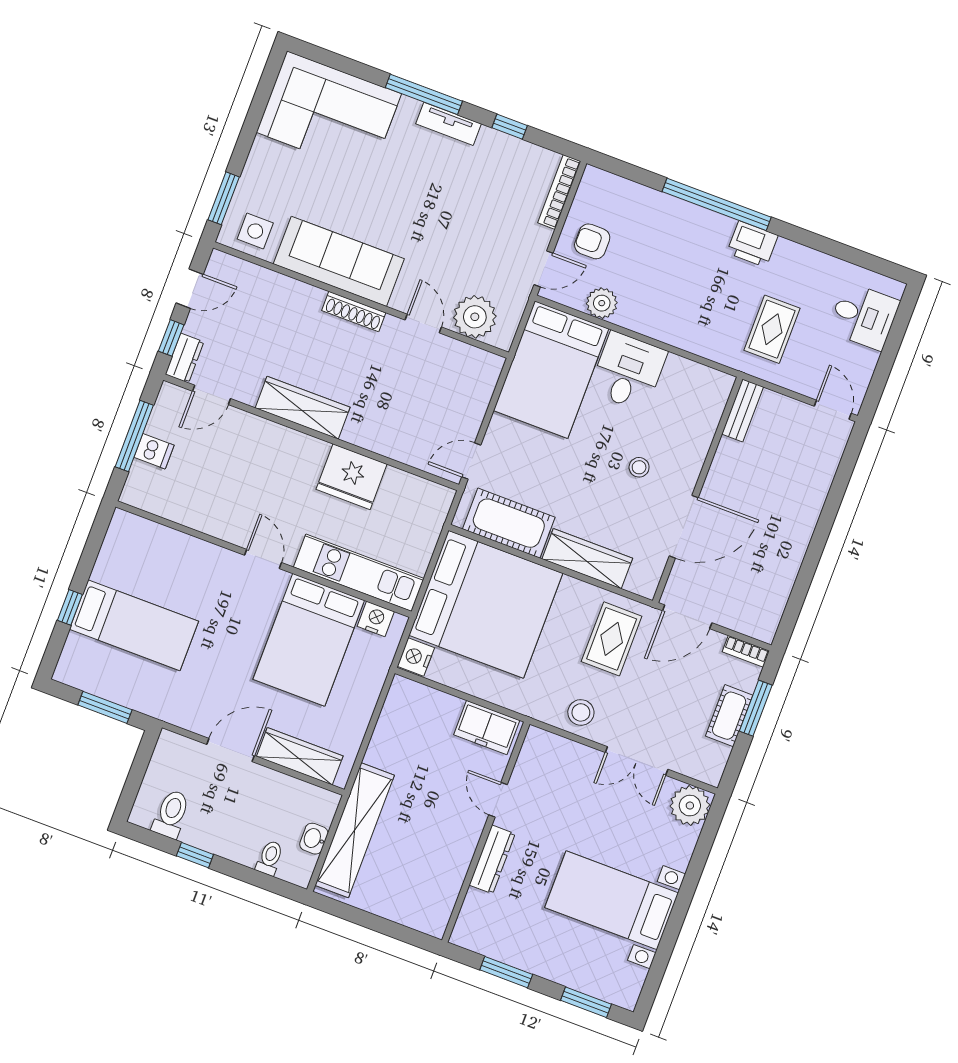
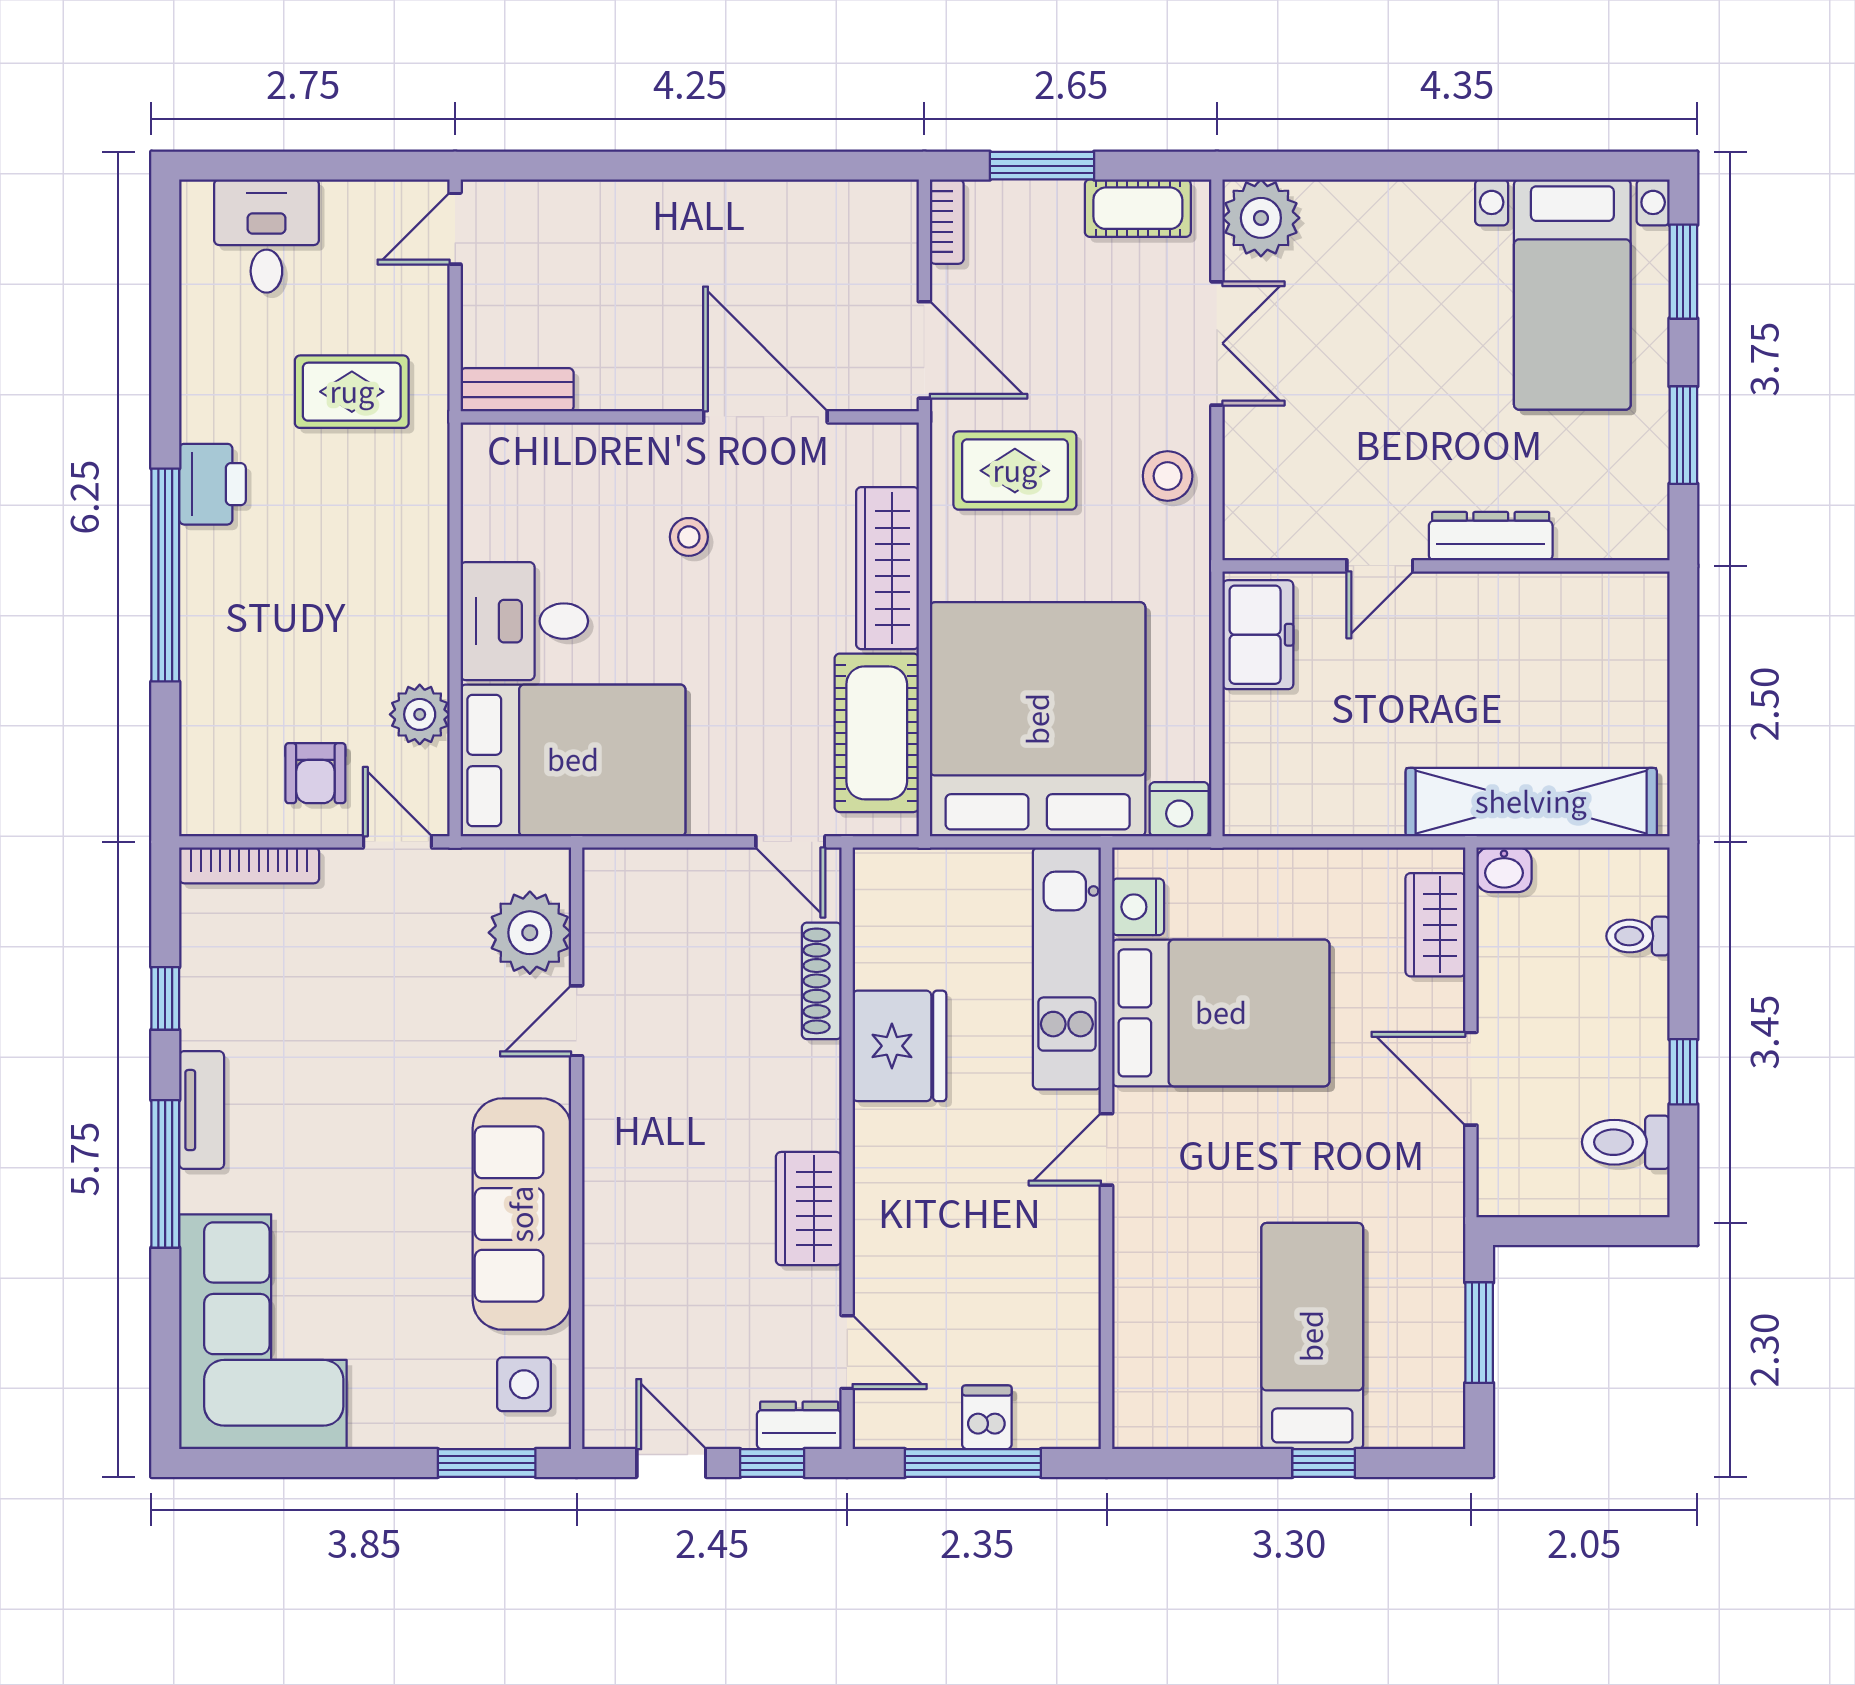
shoe rack: (354, 312) -> (822, 981), moved, turned 180
wardrobe: (303, 408) -> (809, 1209), width x0.67
cot: (729, 716) -> (1138, 208), moved
wardrobe: (300, 756) -> (1435, 925), width x0.67
washbasin: (314, 839) -> (1504, 870), moved
bed with nightstands: (612, 900) -> (1572, 295), moved

